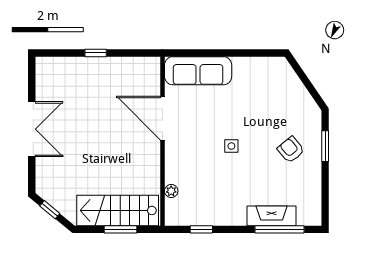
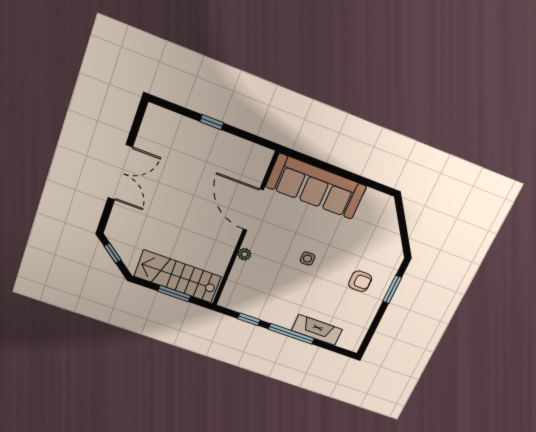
sofa: (198, 71) -> (316, 187), width x1.36, depth x1.27
armchair: (291, 150) -> (360, 281), turned 130
plant: (171, 191) -> (244, 254), moved
window: (280, 229) -> (291, 334), moved

